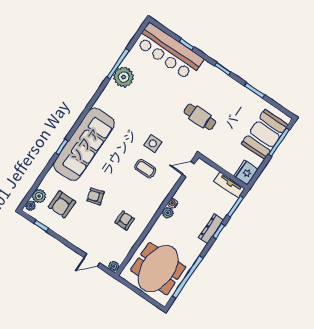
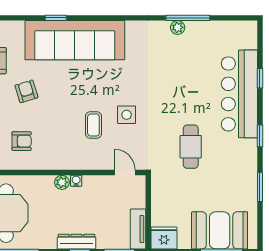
bar counter: (169, 51) -> (239, 94), moved
plant: (124, 77) -> (178, 27), width x0.53, depth x0.53

